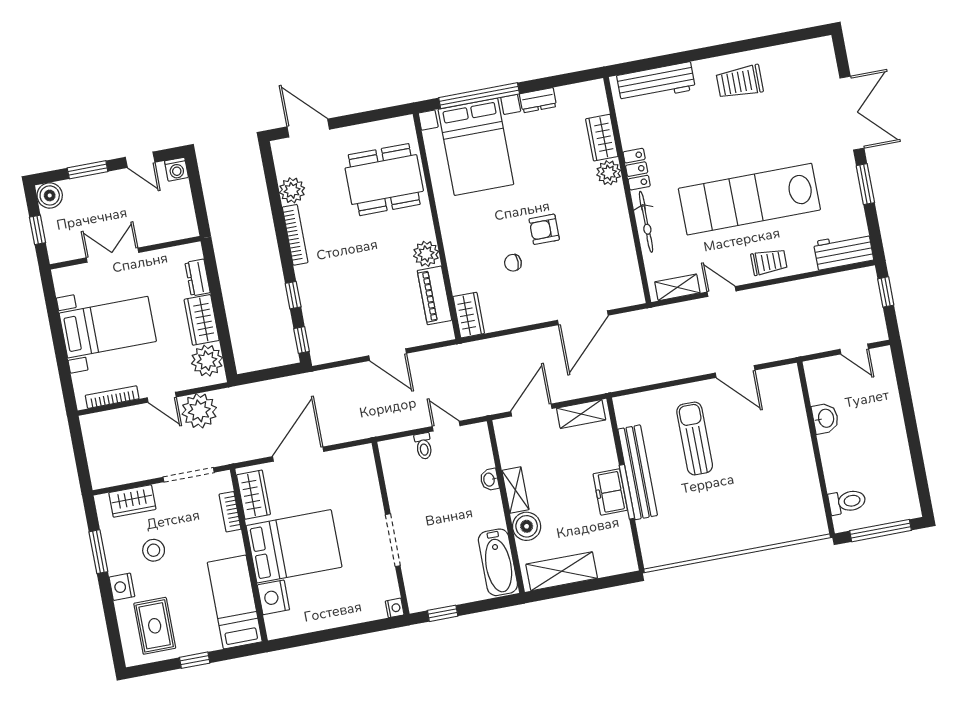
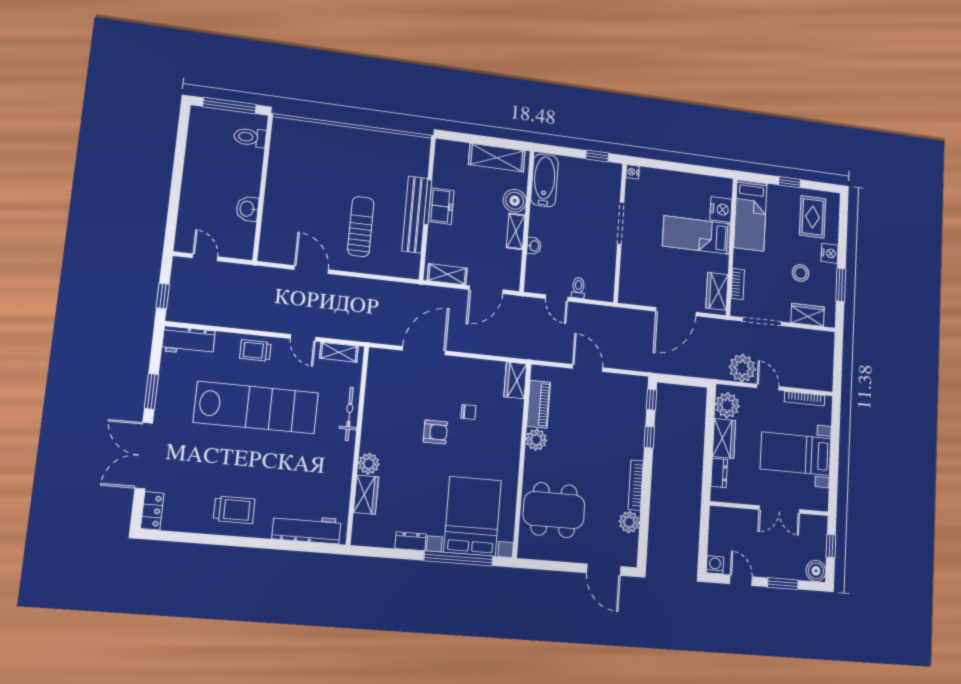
locker: (637, 169) -> (152, 511), moved, turned 180
sun lounger: (695, 438) -> (361, 227), turned 180
bed: (294, 546) -> (697, 235), width x0.67

